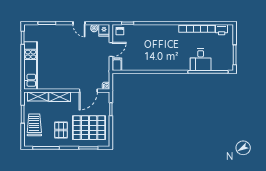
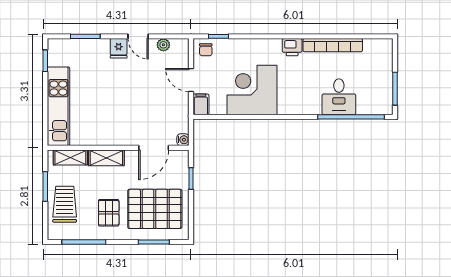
fridge: (104, 30) -> (119, 48), moved
printer: (222, 30) -> (292, 47), moved
door: (111, 49) -> (191, 80), swing flipped
corner desk: (148, 56) -> (252, 90), added

